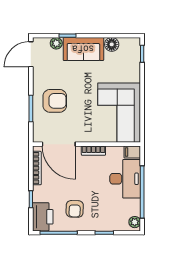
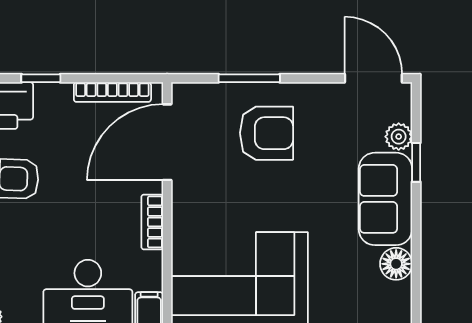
armchair: (55, 101) -> (266, 133), turned -90

